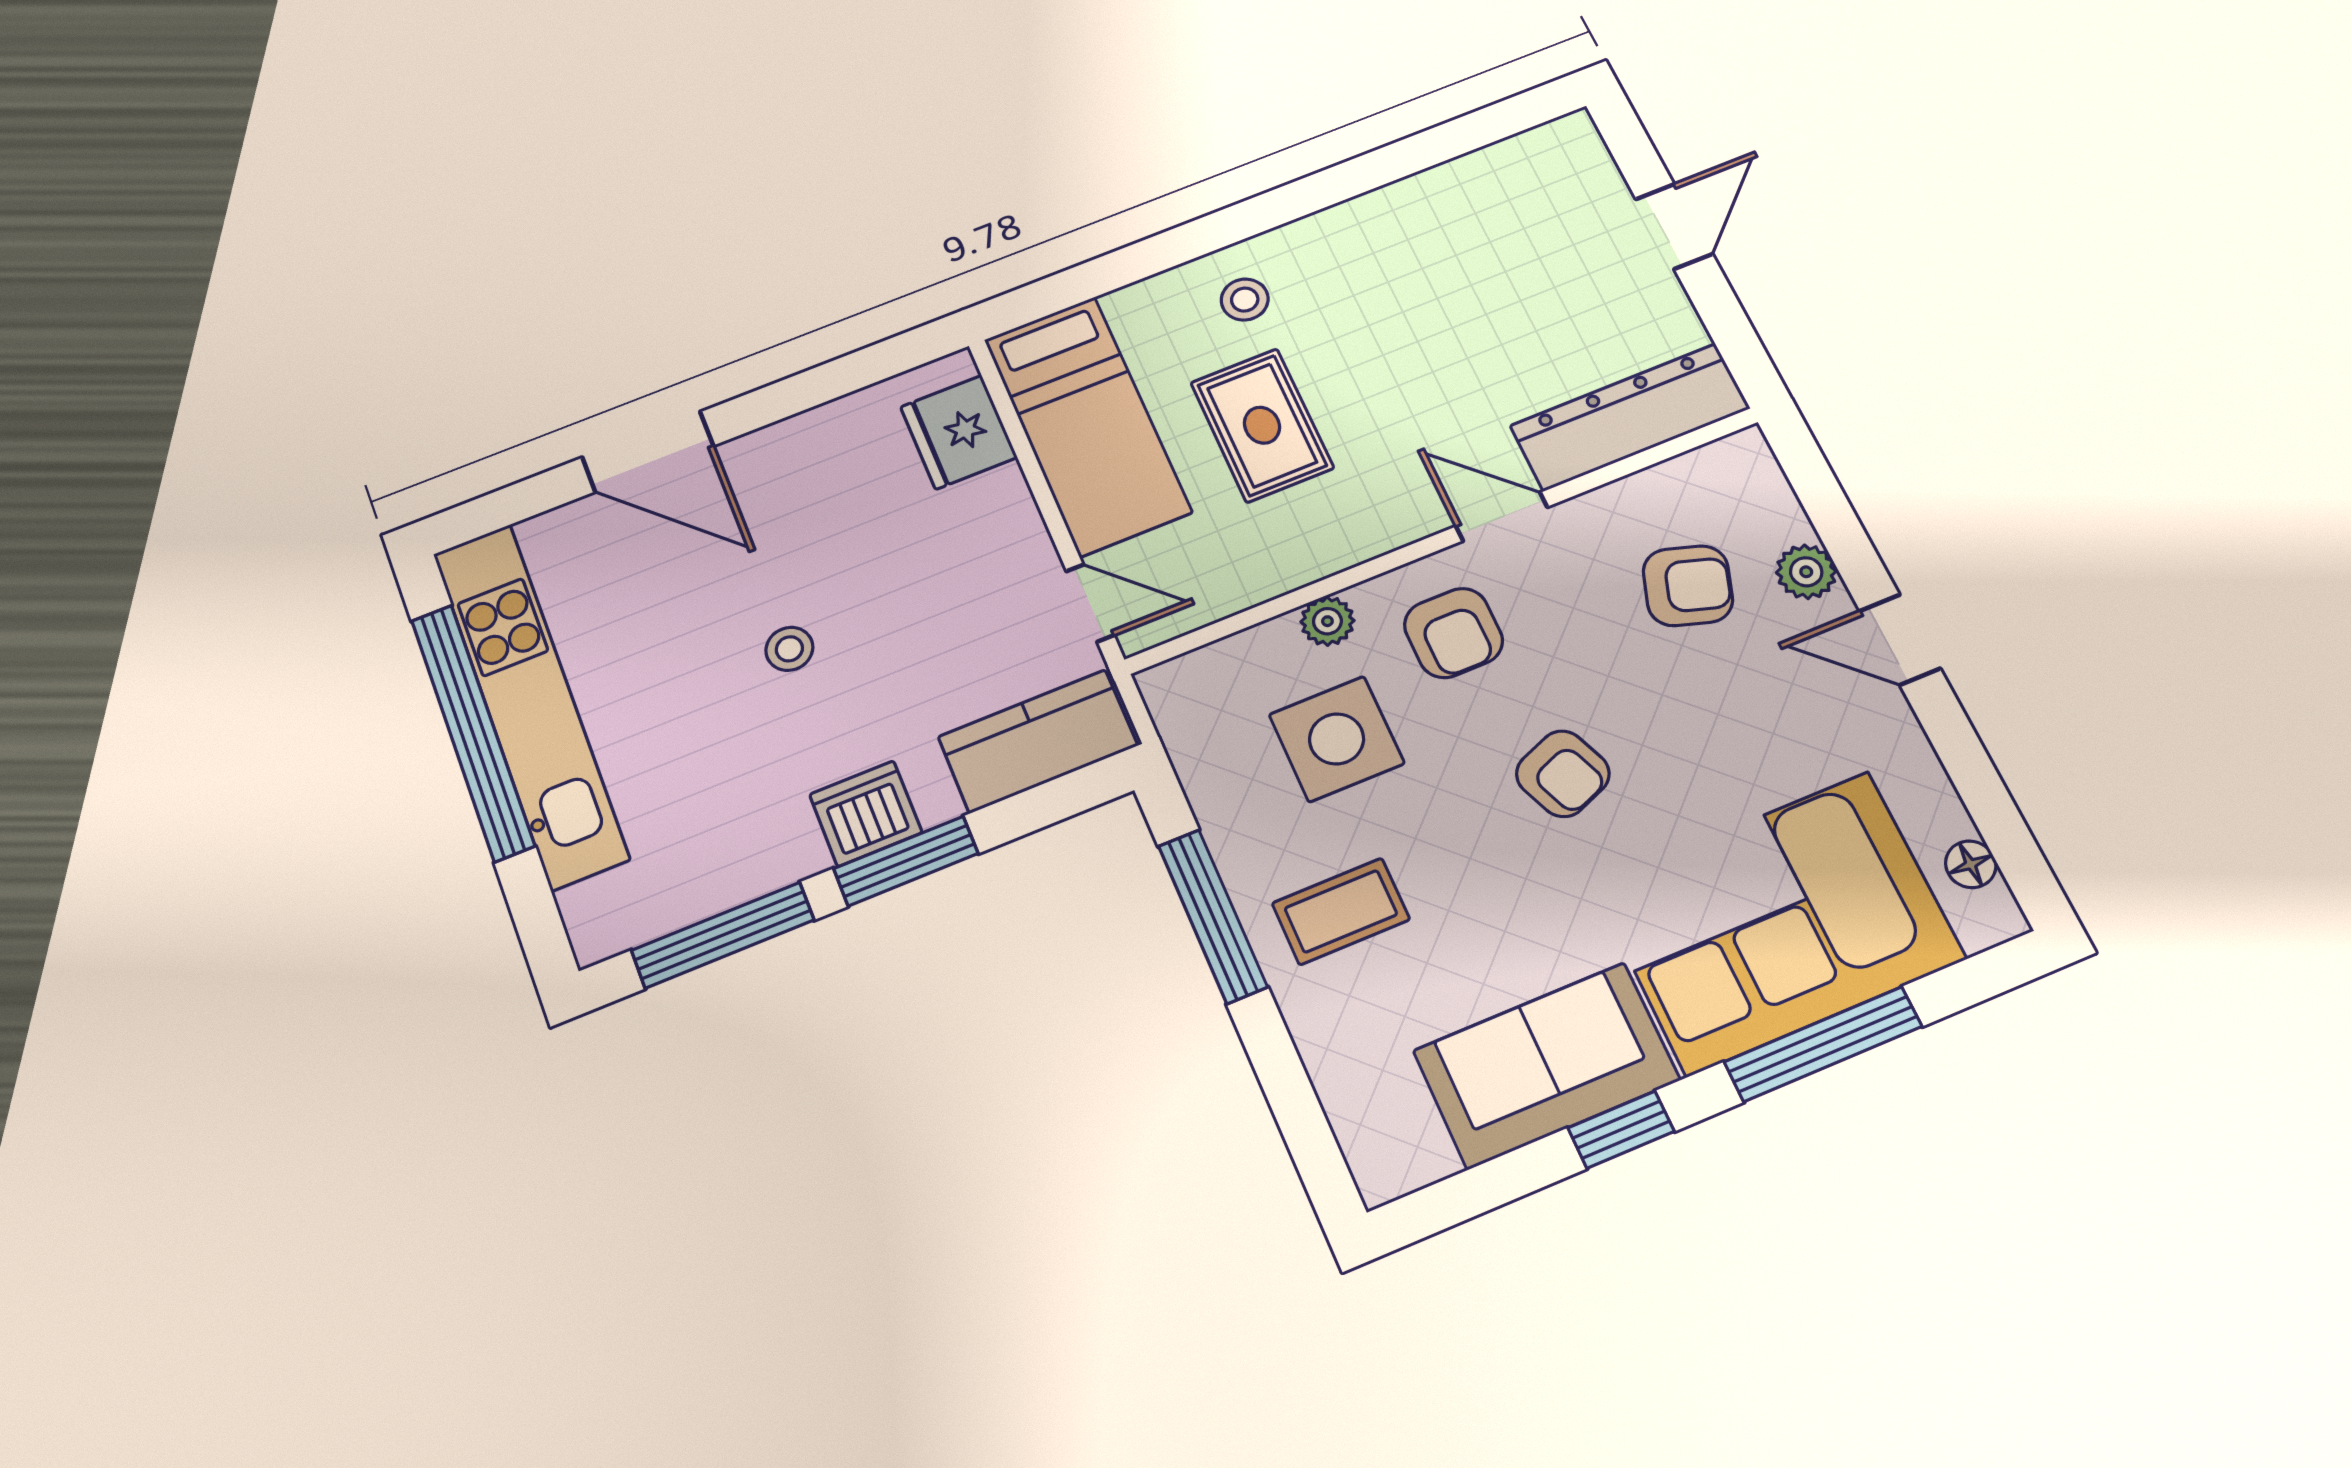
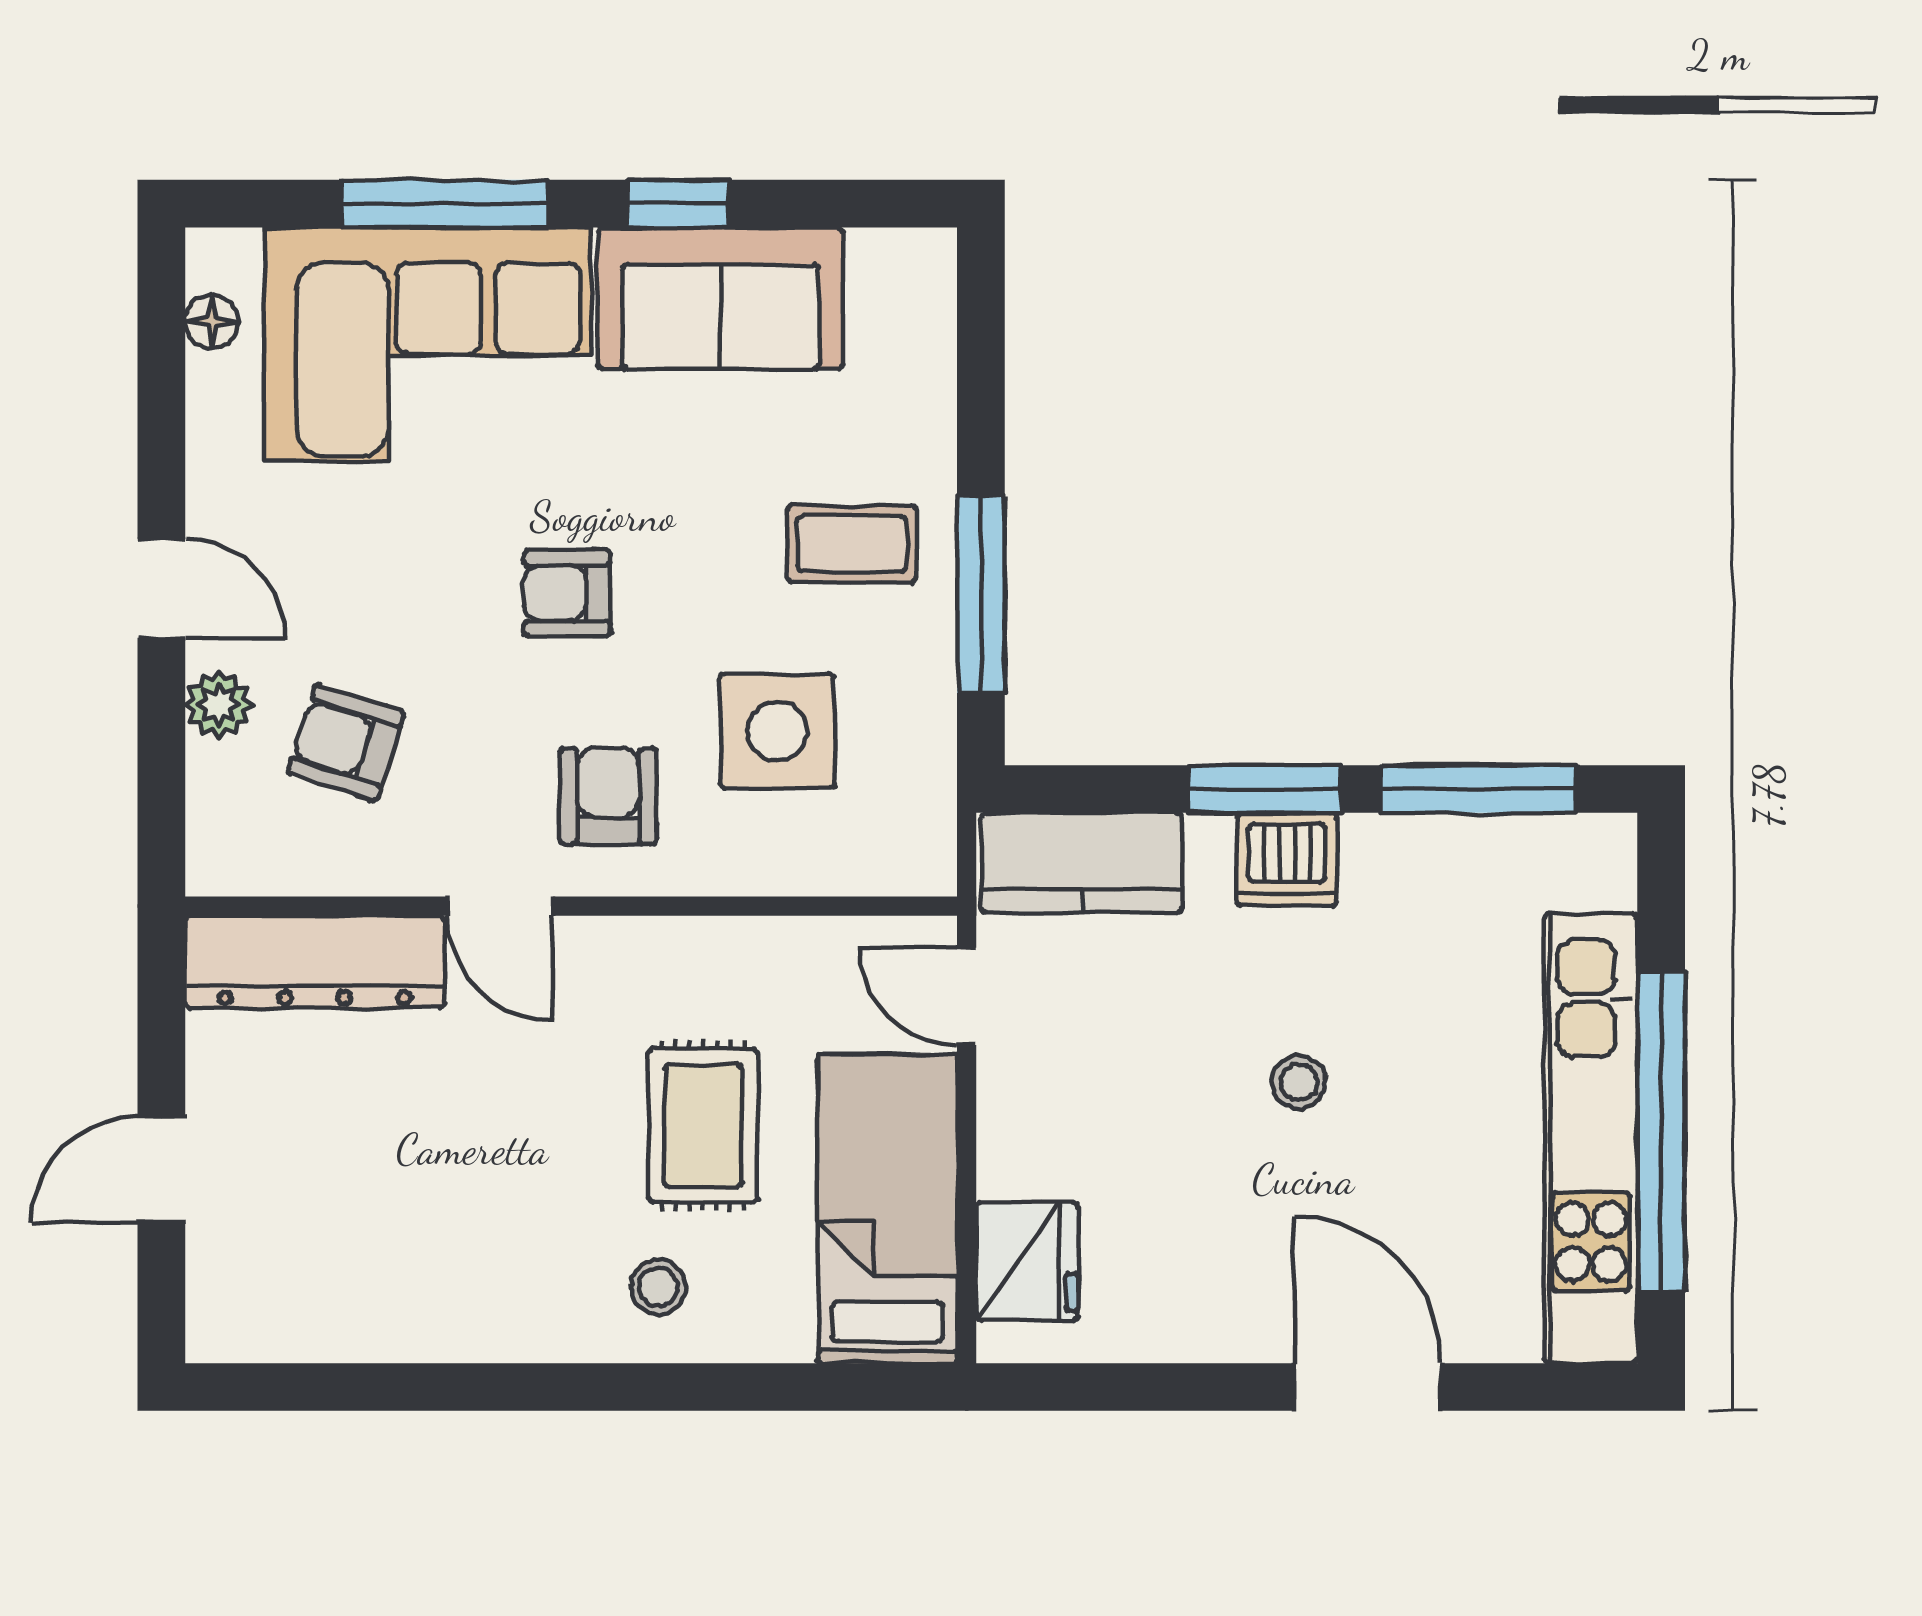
plant: (1327, 621) -> (731, 867), removed
armchair: (1563, 774) -> (567, 593), turned -68

